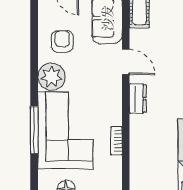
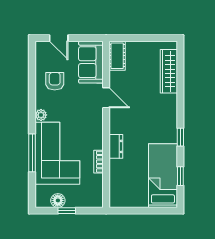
plant: (51, 77) -> (41, 115), width x0.53, depth x0.53
dresser: (138, 99) -> (116, 146), moved

